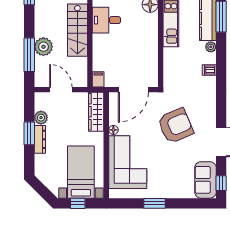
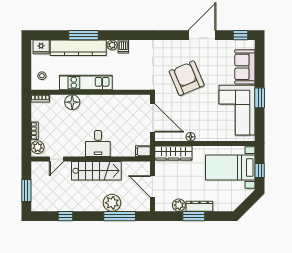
desk: (106, 20) -> (98, 143), moved
dishwasher: (209, 70) -> (123, 46), moved
door: (61, 90) -> (153, 186), hinge flipped
corner sofa: (128, 162) -> (237, 110), moved, turned -90
sofa: (205, 180) -> (245, 67), moved, turned 90

